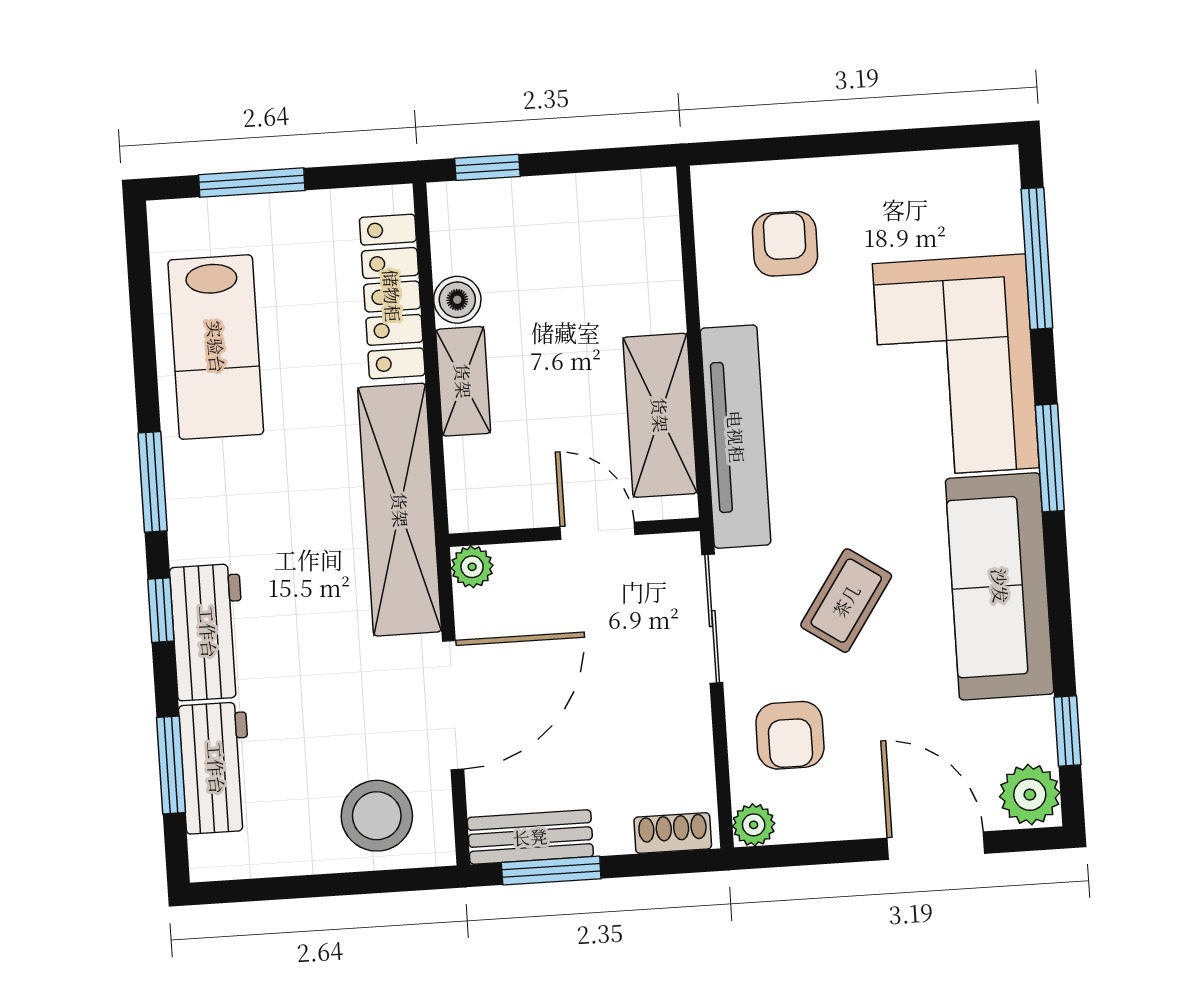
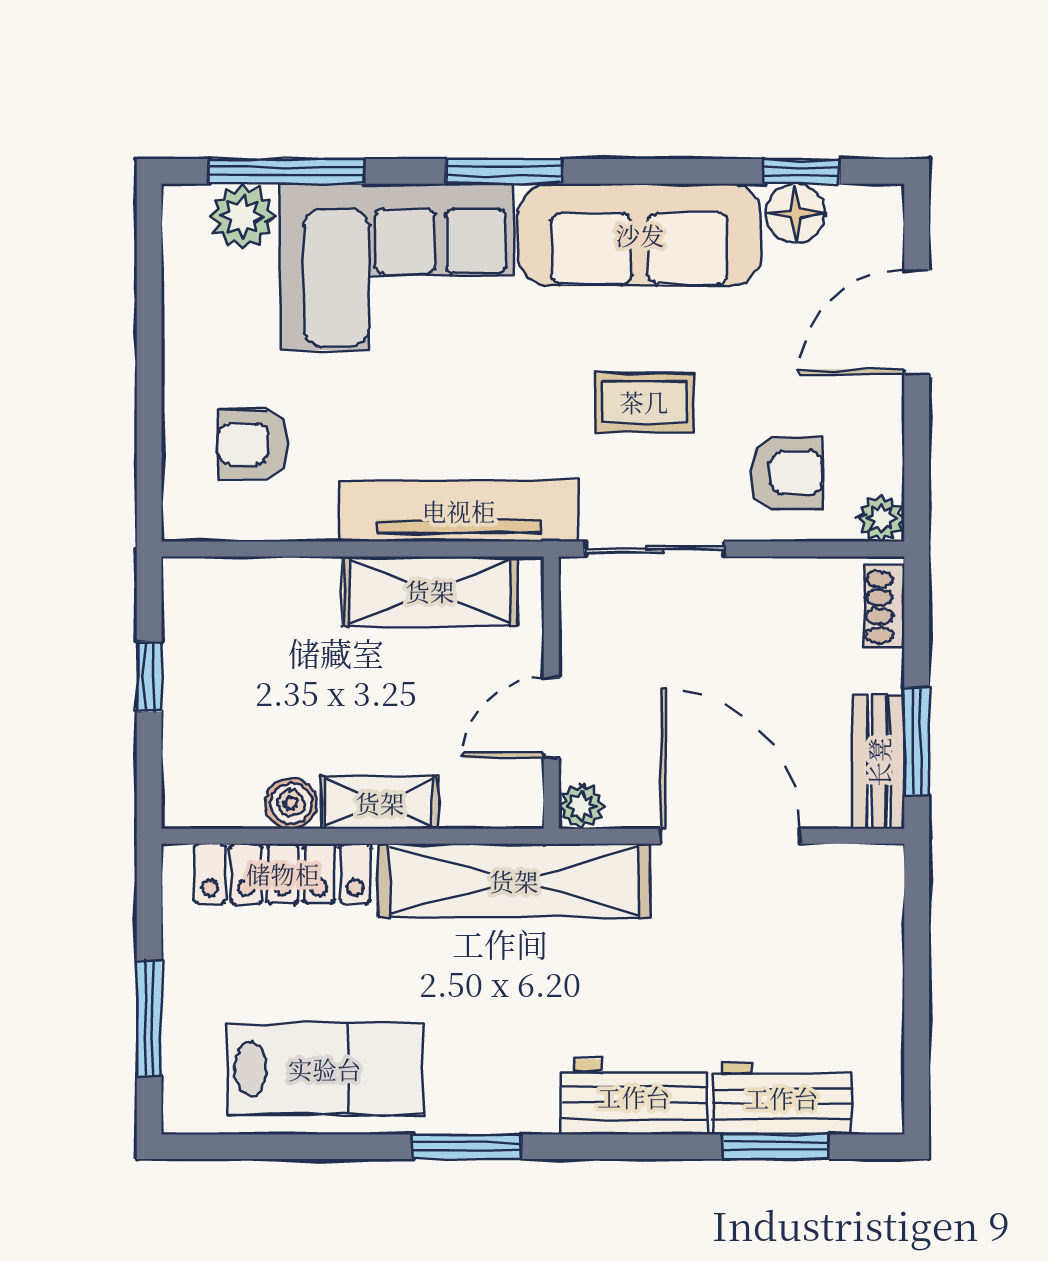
window: (487, 167) -> (149, 677), moved
door: (598, 531) -> (551, 718), moved
coffee table: (846, 601) -> (644, 402), turned -34
window: (161, 610) -> (607, 1147), removed
floor lamp: (1029, 728) -> (795, 213), added
plant: (1030, 795) -> (242, 217), moved
stool: (377, 816) -> (845, 927), removed

